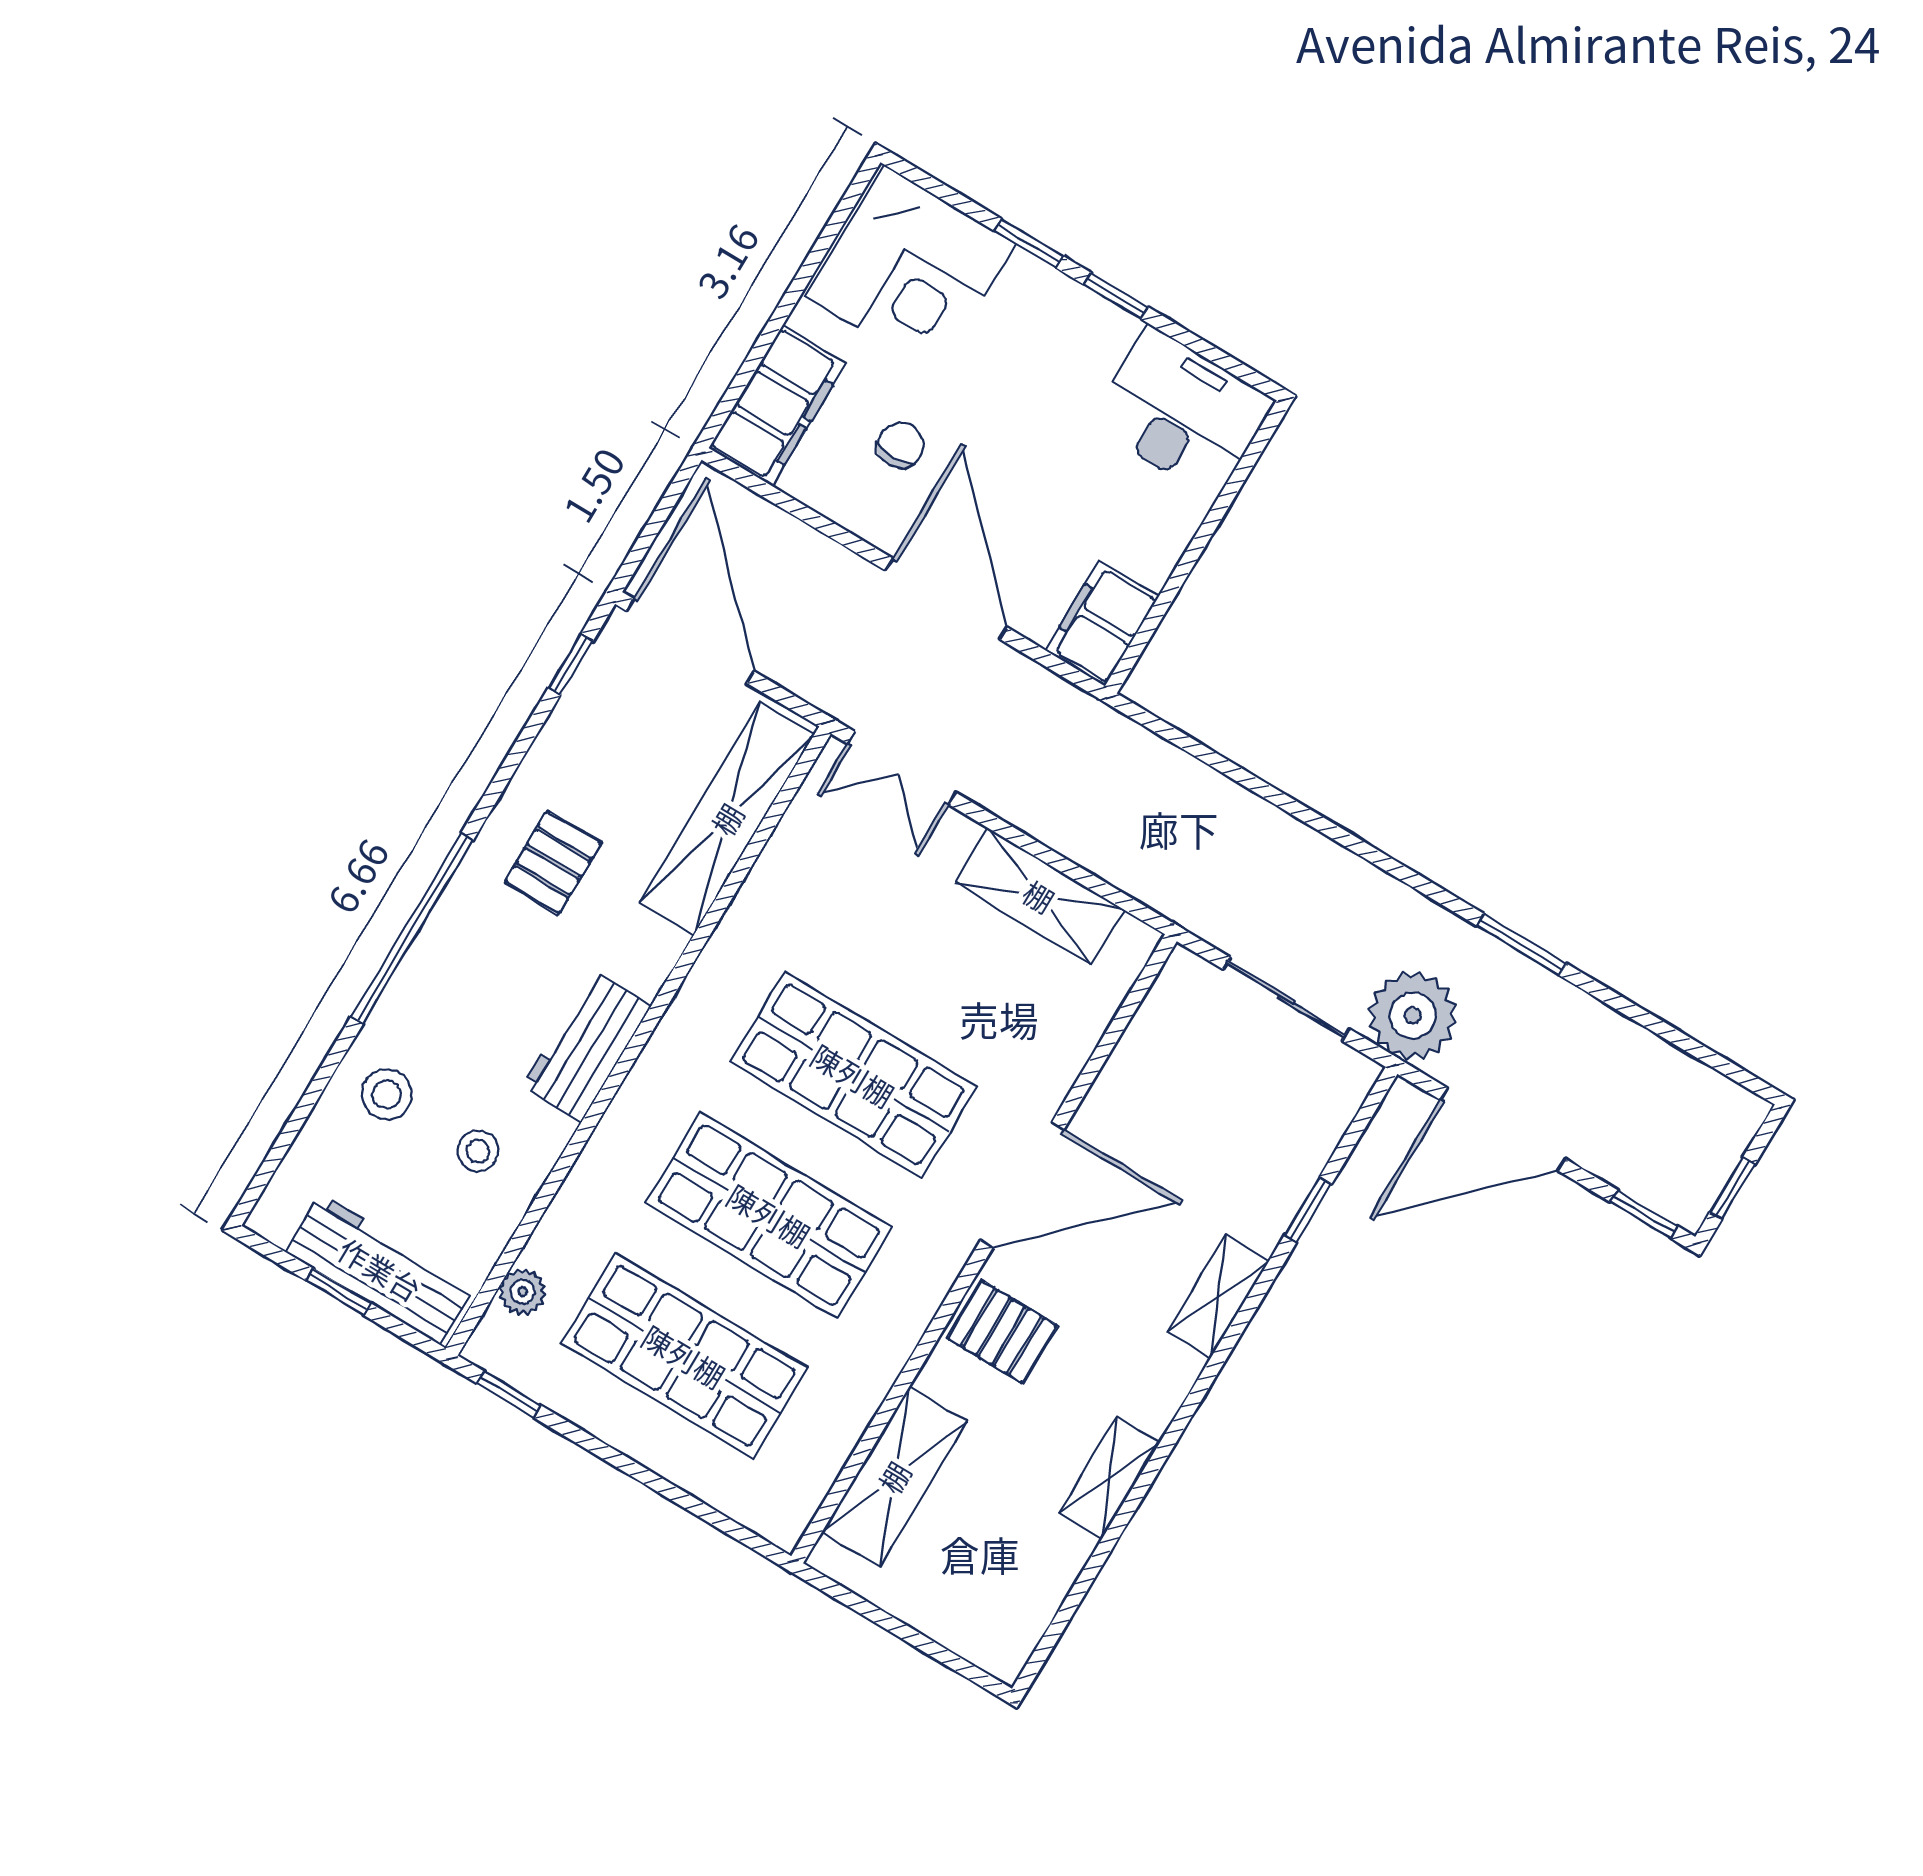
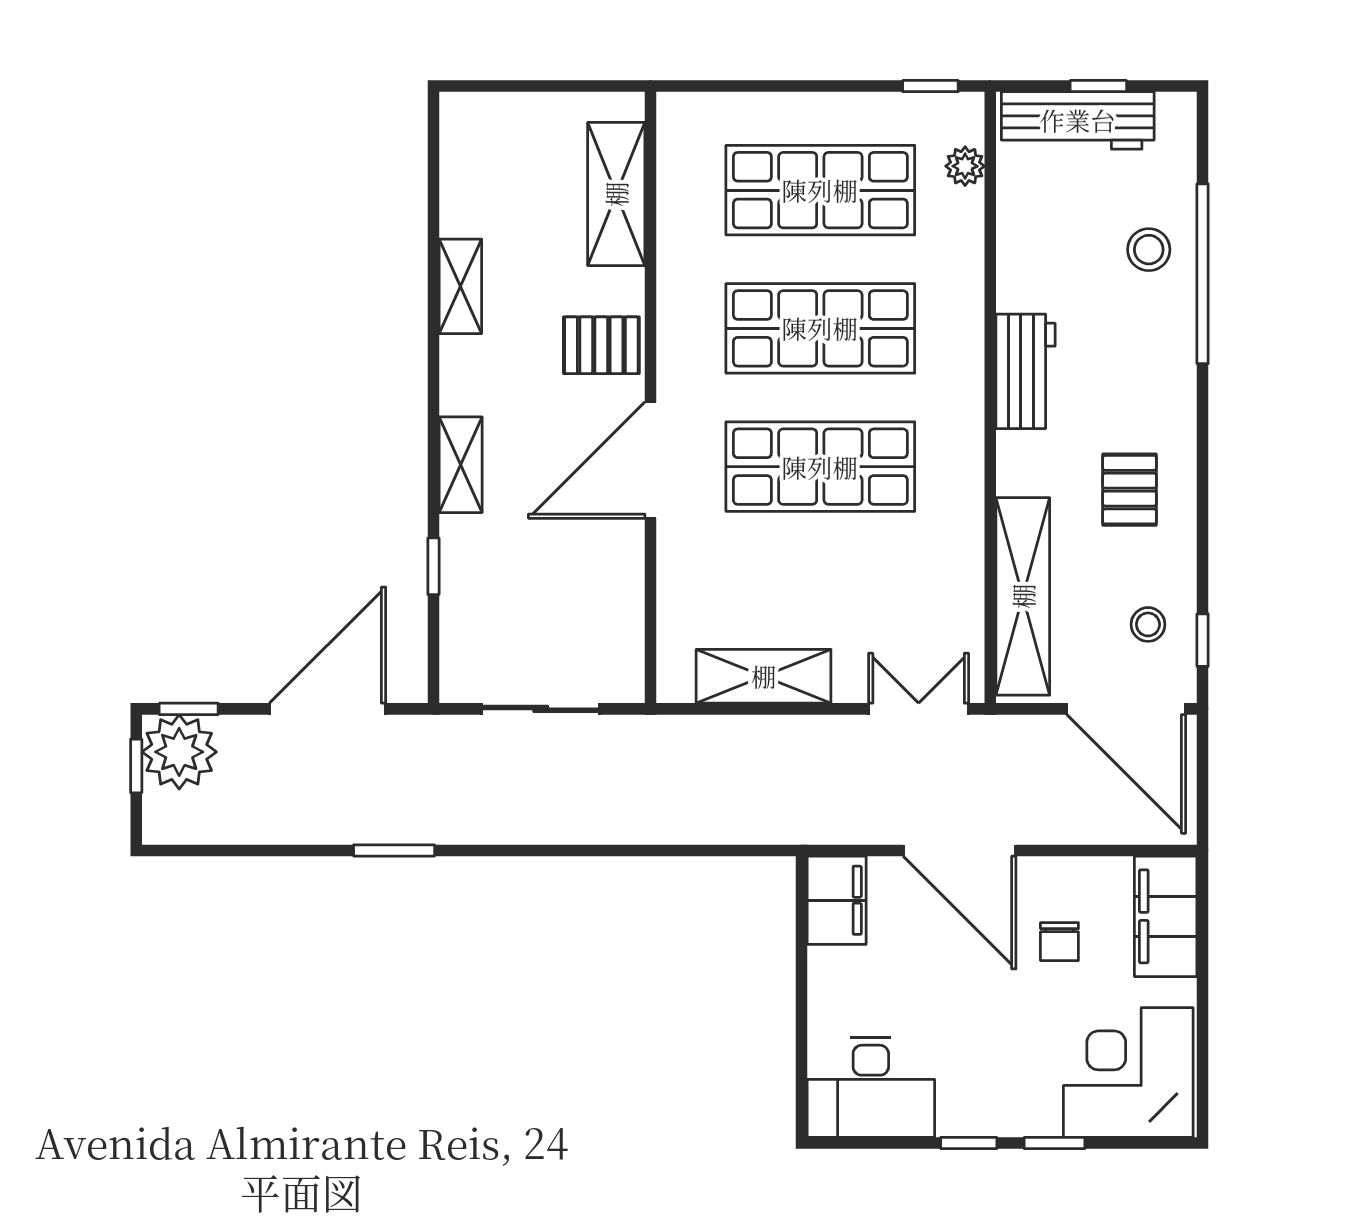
window: (412, 929) -> (1203, 274), moved
plant: (1413, 1016) -> (179, 752), moved
stool: (478, 1151) -> (1148, 624), moved

